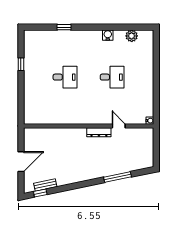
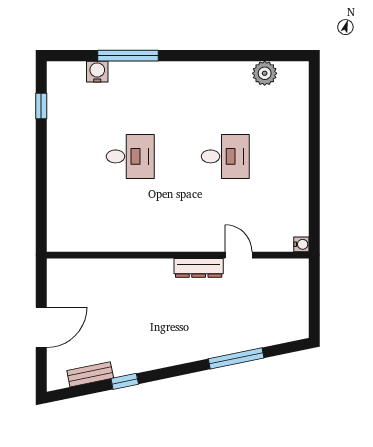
window: (64, 27) -> (128, 56), width x2.17
water cooler: (108, 35) -> (97, 72), moved
window: (21, 64) -> (41, 106), moved
window: (40, 193) -> (125, 381), moved

